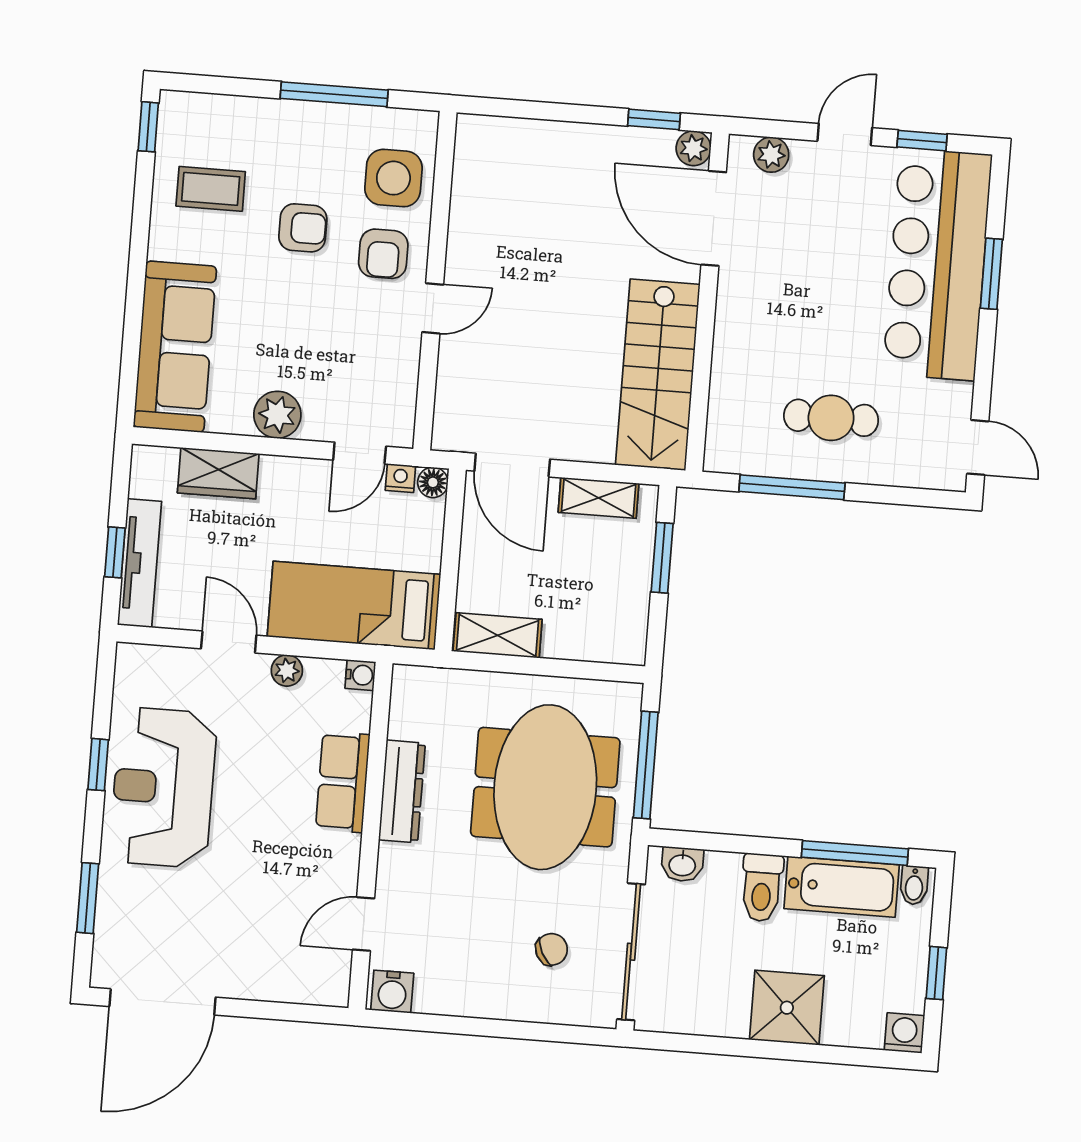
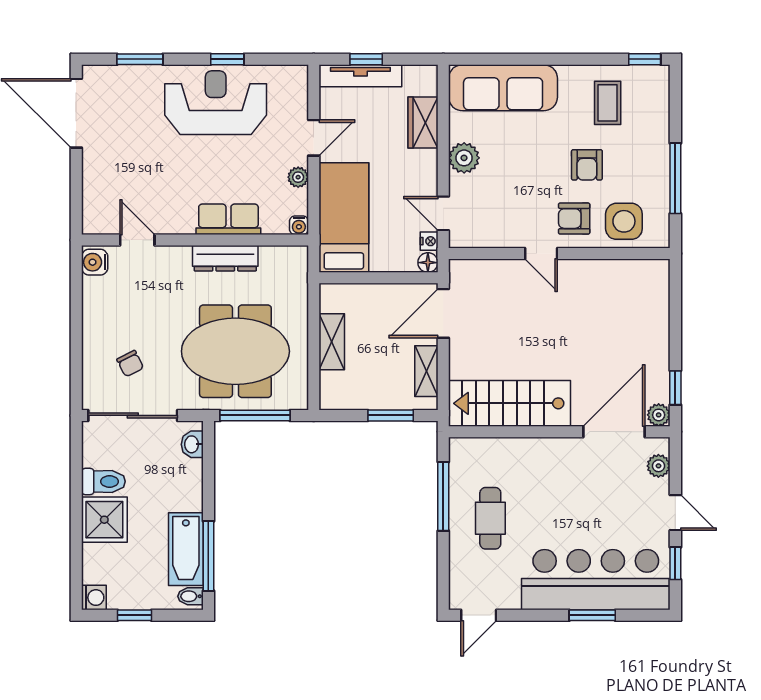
shelving: (498, 635) -> (332, 342), moved
toilet: (762, 888) -> (103, 481), moved, turned 180

